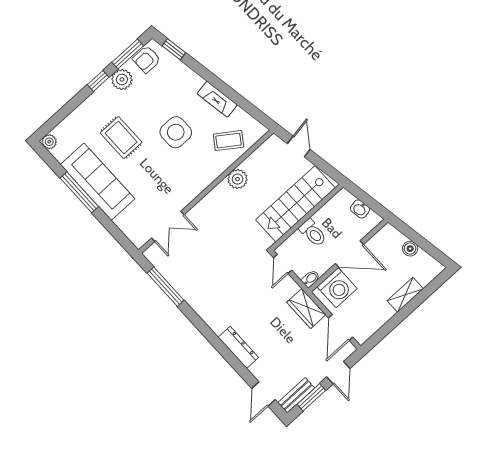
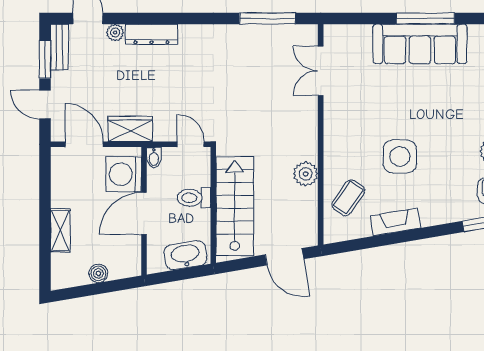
rug: (121, 138) -> (441, 102), removed
door: (299, 147) -> (284, 257), width x1.38
washbasin: (360, 209) -> (185, 255), width x1.91, depth x1.45
plant: (257, 370) -> (115, 33), added

